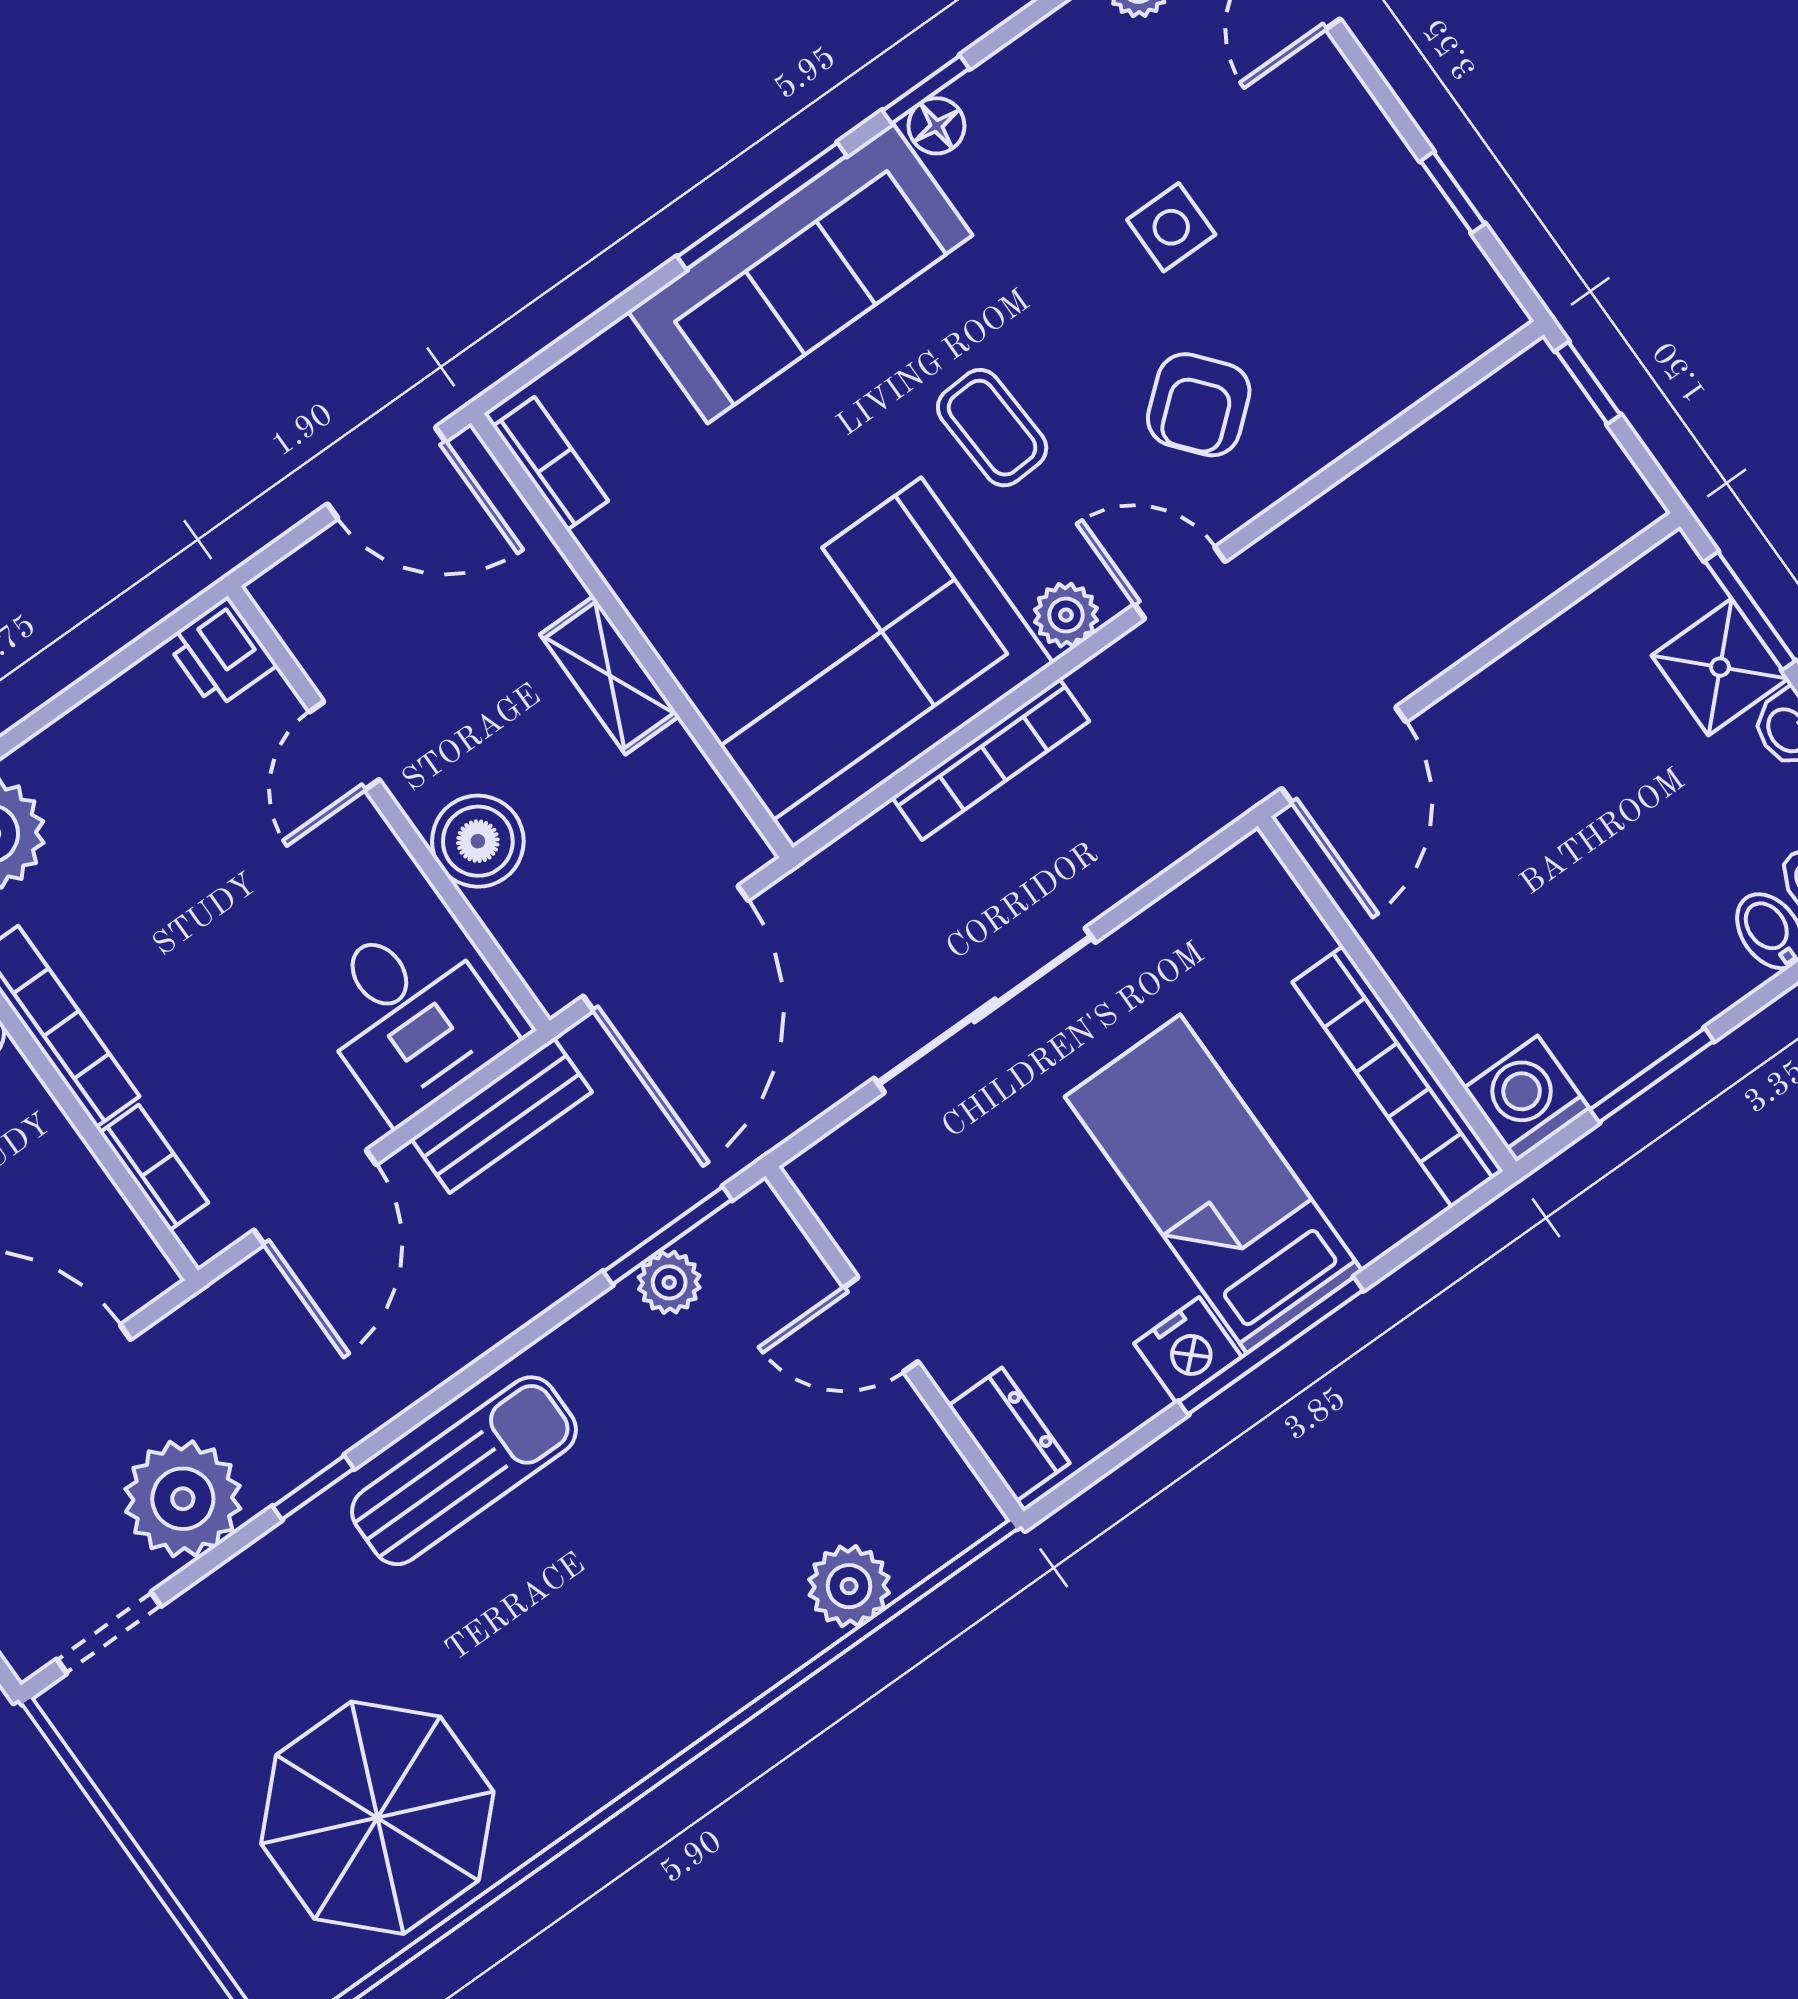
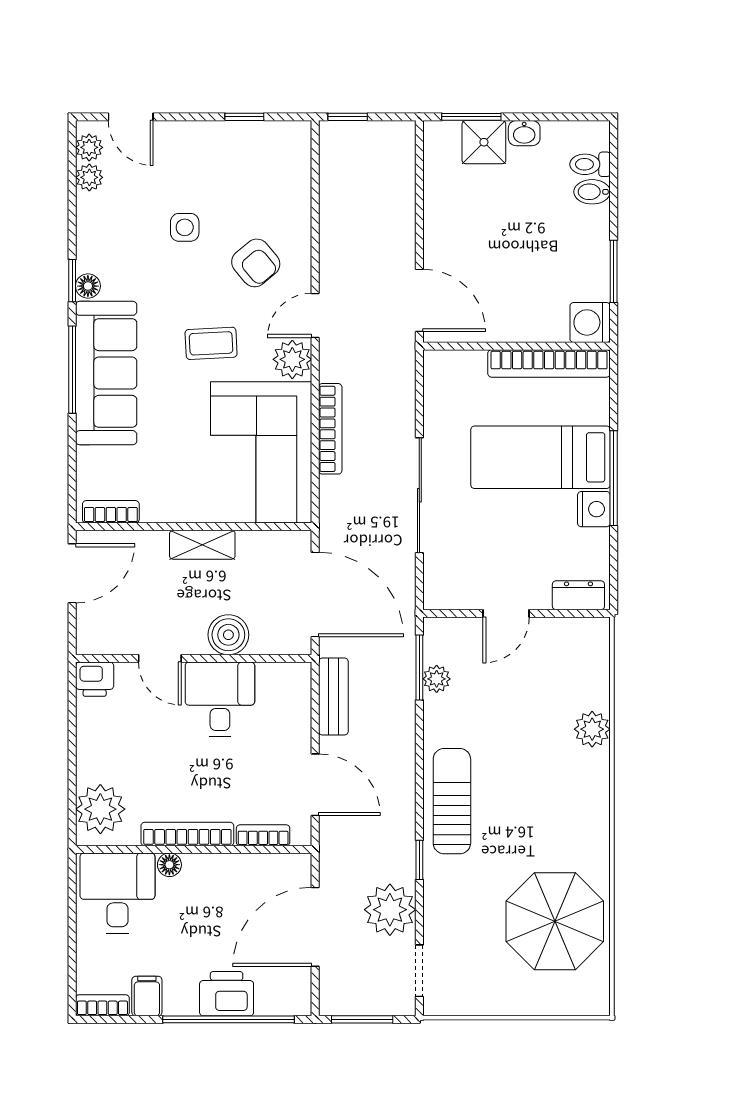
plant: (1066, 615) -> (292, 359), width x1.38, depth x1.38
desk: (410, 1017) -> (220, 699), moved, turned -90
plant: (849, 1586) -> (592, 729), moved

